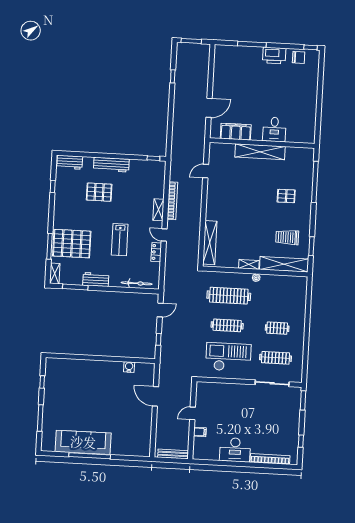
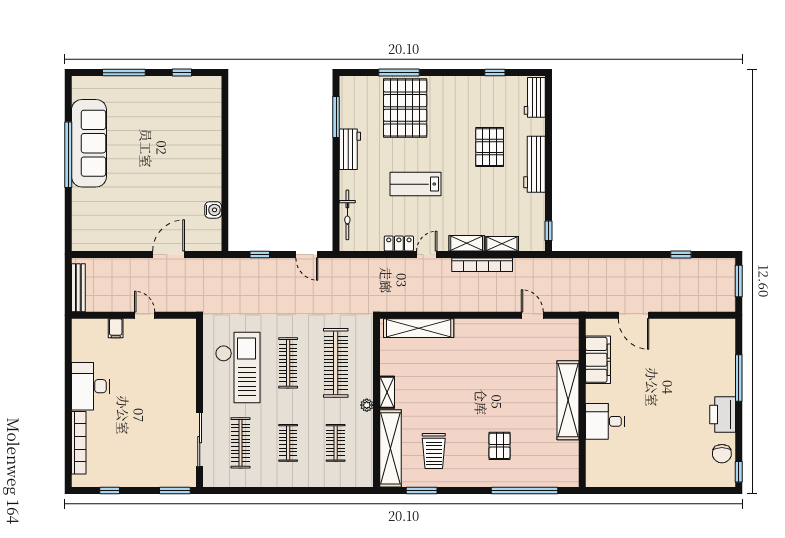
trolley: (287, 237) -> (434, 451), turned 180
shelving: (55, 273) -> (502, 244), moved
clothes rail: (279, 298) -> (336, 443), added

